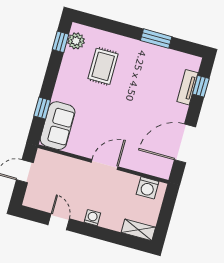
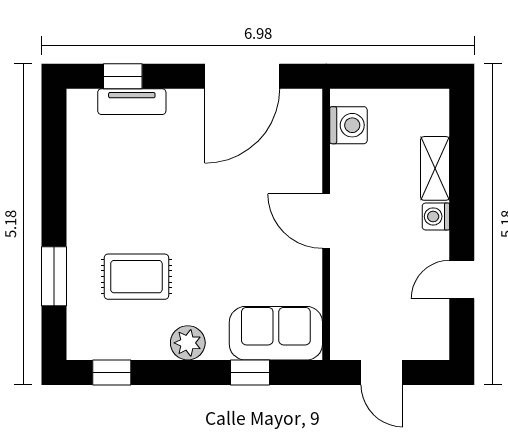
window: (156, 39) -> (54, 276), moved
plant: (76, 41) -> (188, 343), moved
door: (185, 143) -> (242, 76), hinge flipped
shelving: (138, 230) -> (435, 168), moved

